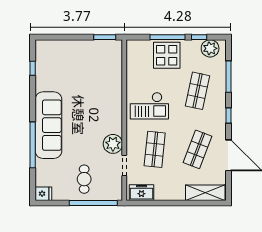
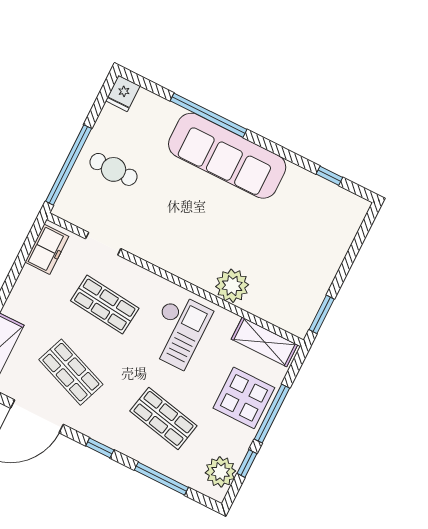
shelving: (133, 59) -> (264, 342), added
checkout: (149, 106) -> (178, 331), turned 180
plant: (113, 144) -> (232, 286), moved

